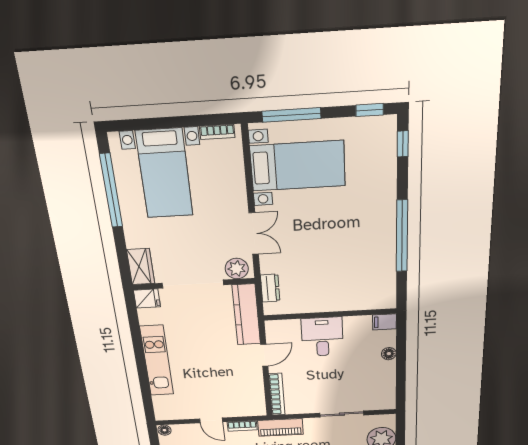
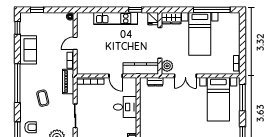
bed with nightstands: (164, 174) -> (200, 34), moved, turned -90
window: (135, 330) -> (135, 10), added

